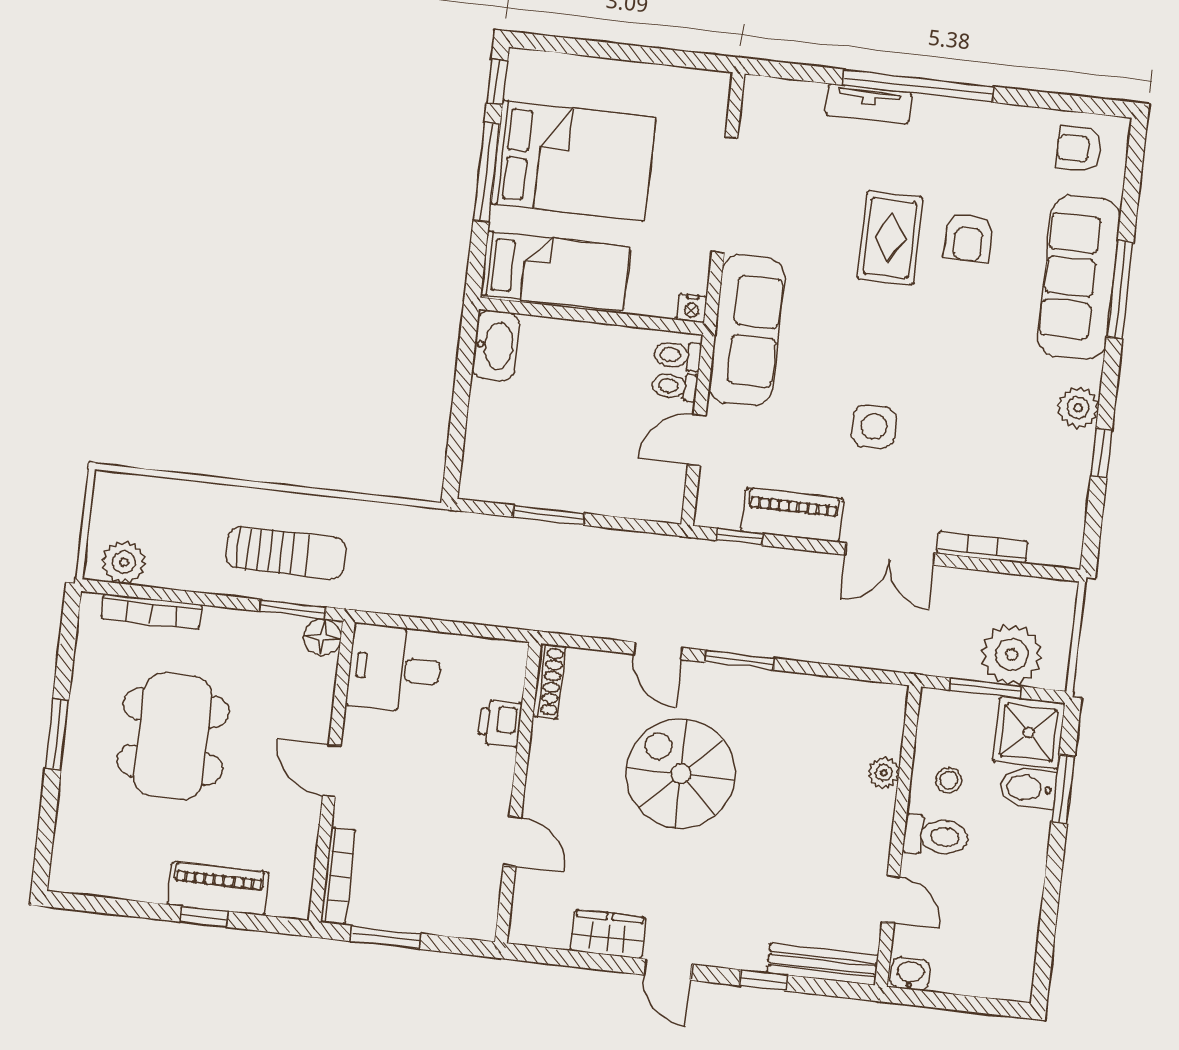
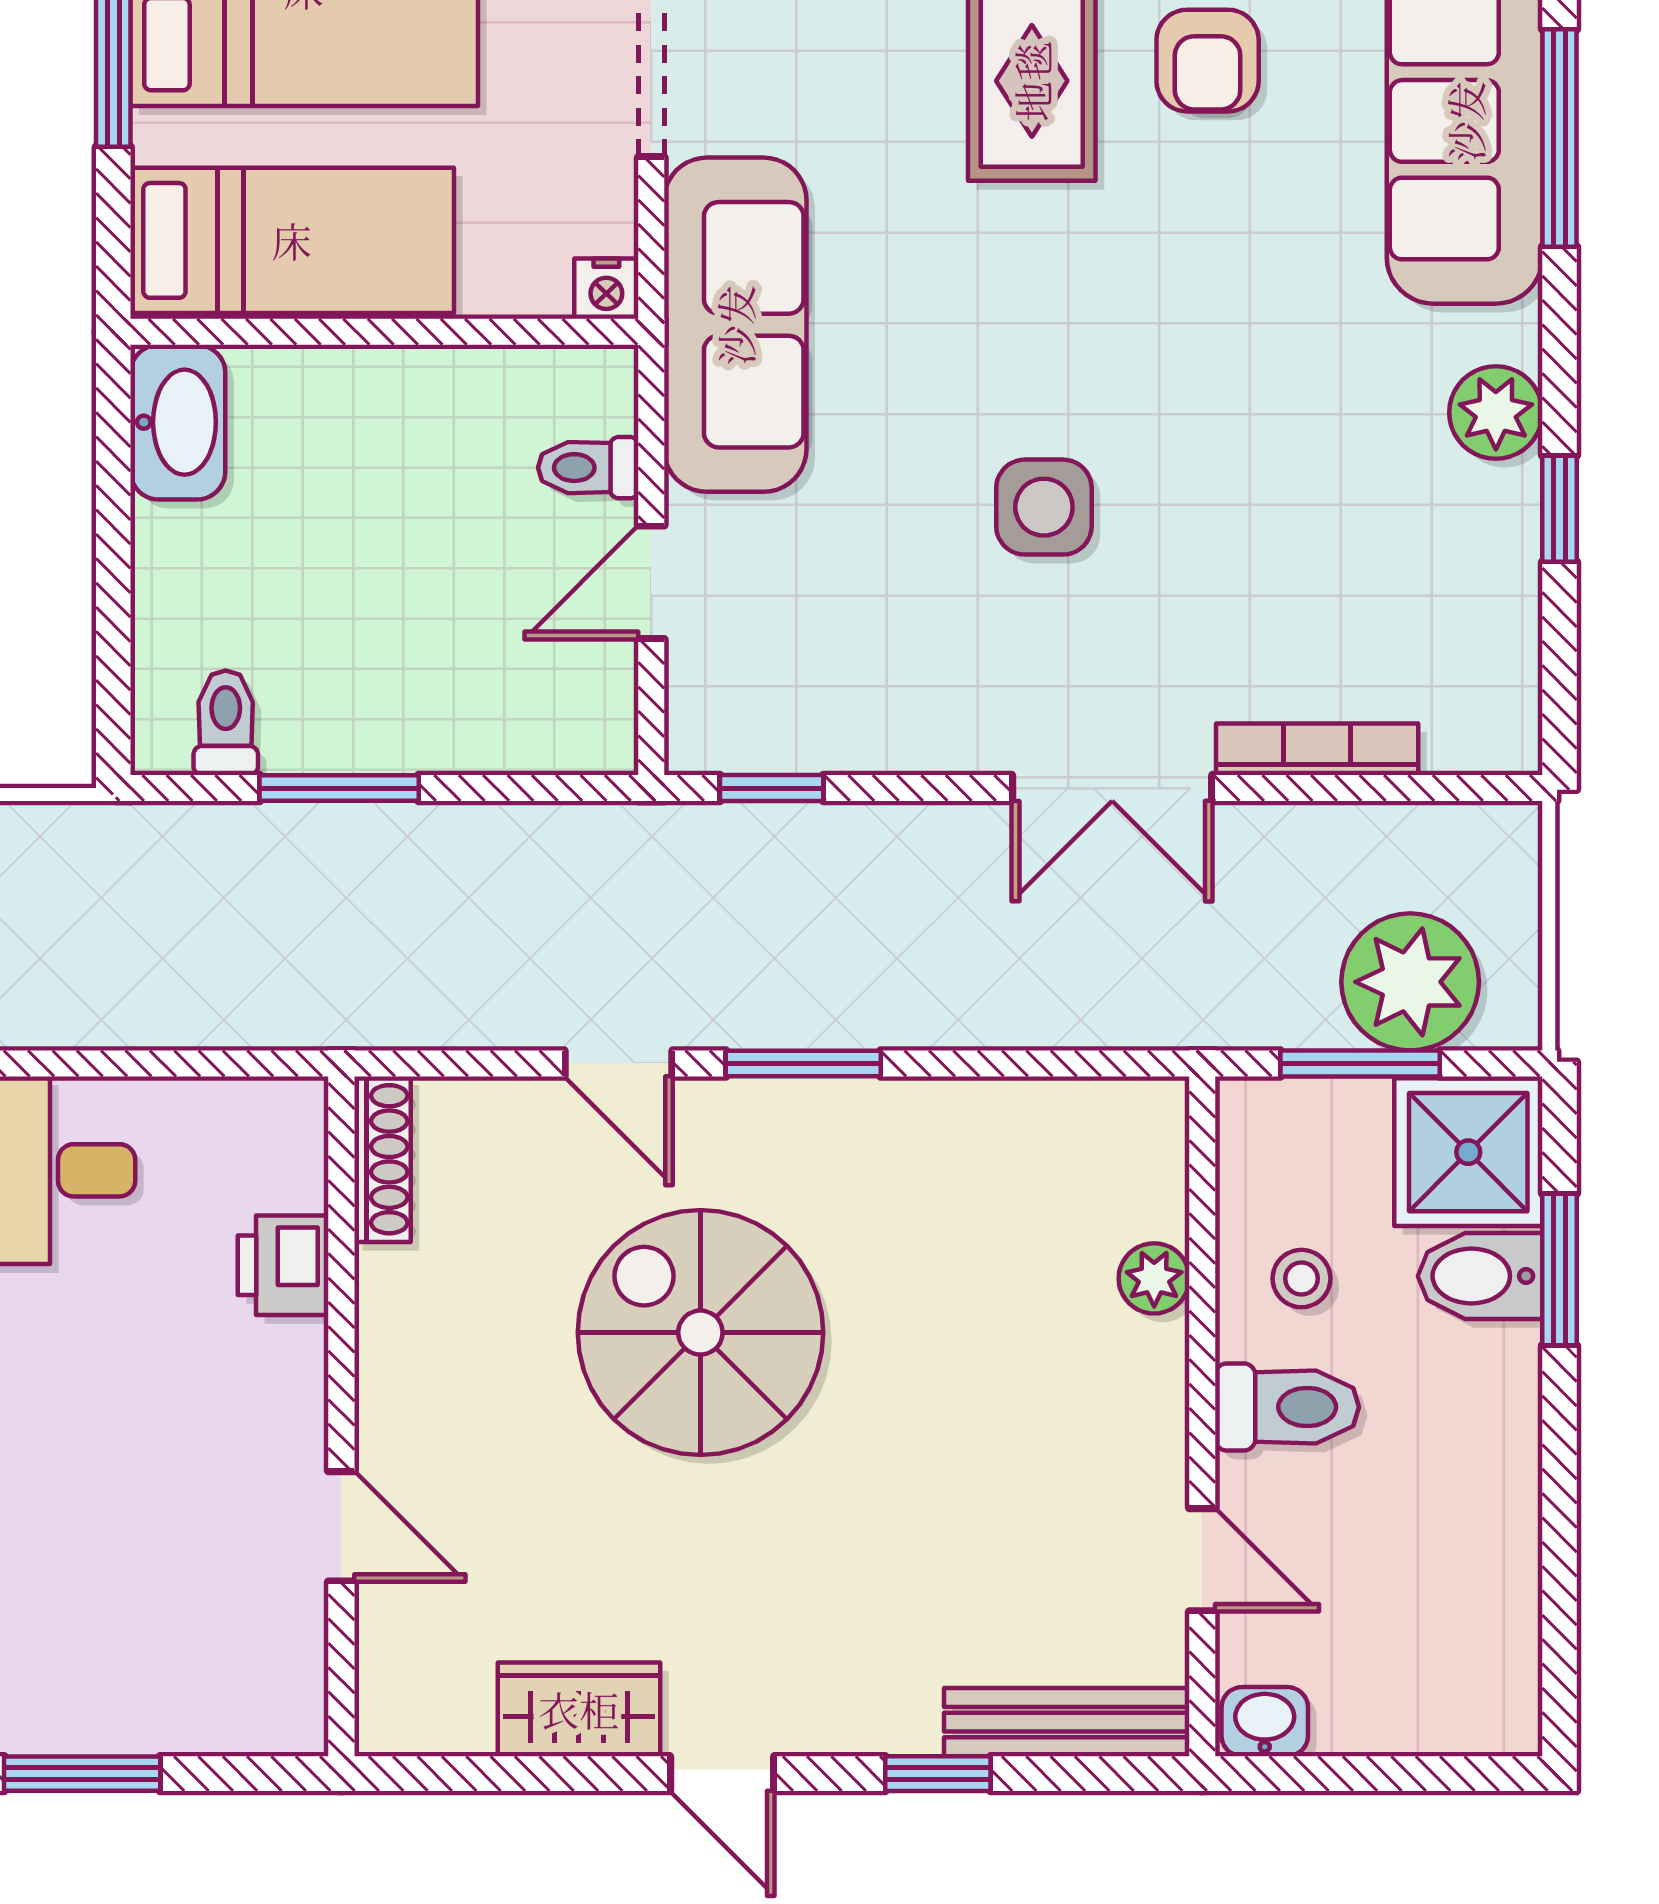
toilet: (677, 355) -> (226, 723), moved, turned 90
piano: (792, 515) -> (884, 726), removed

